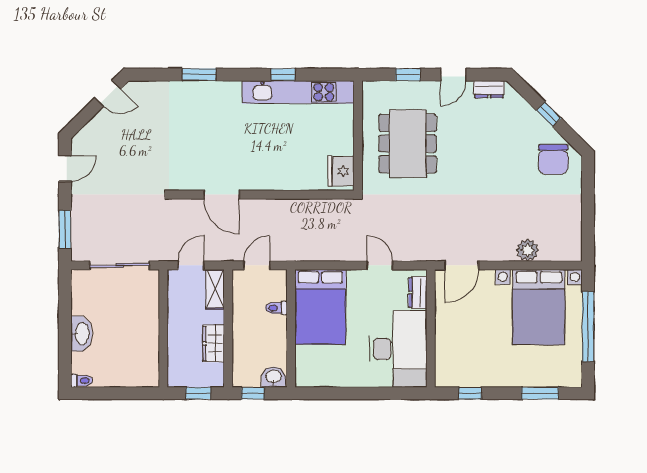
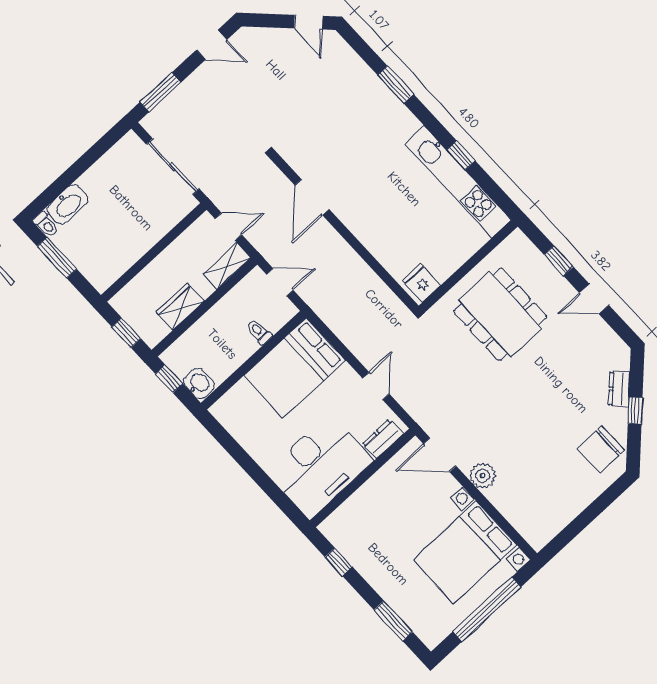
dresser: (489, 89) -> (619, 389), moved, turned 45
dining table: (408, 144) -> (500, 314), turned 90
fridge: (341, 171) -> (422, 283), width x0.72
plant: (528, 250) -> (483, 476), moved
washbasin: (81, 334) -> (67, 204), moved
window: (109, 393) -> (57, 258), added

